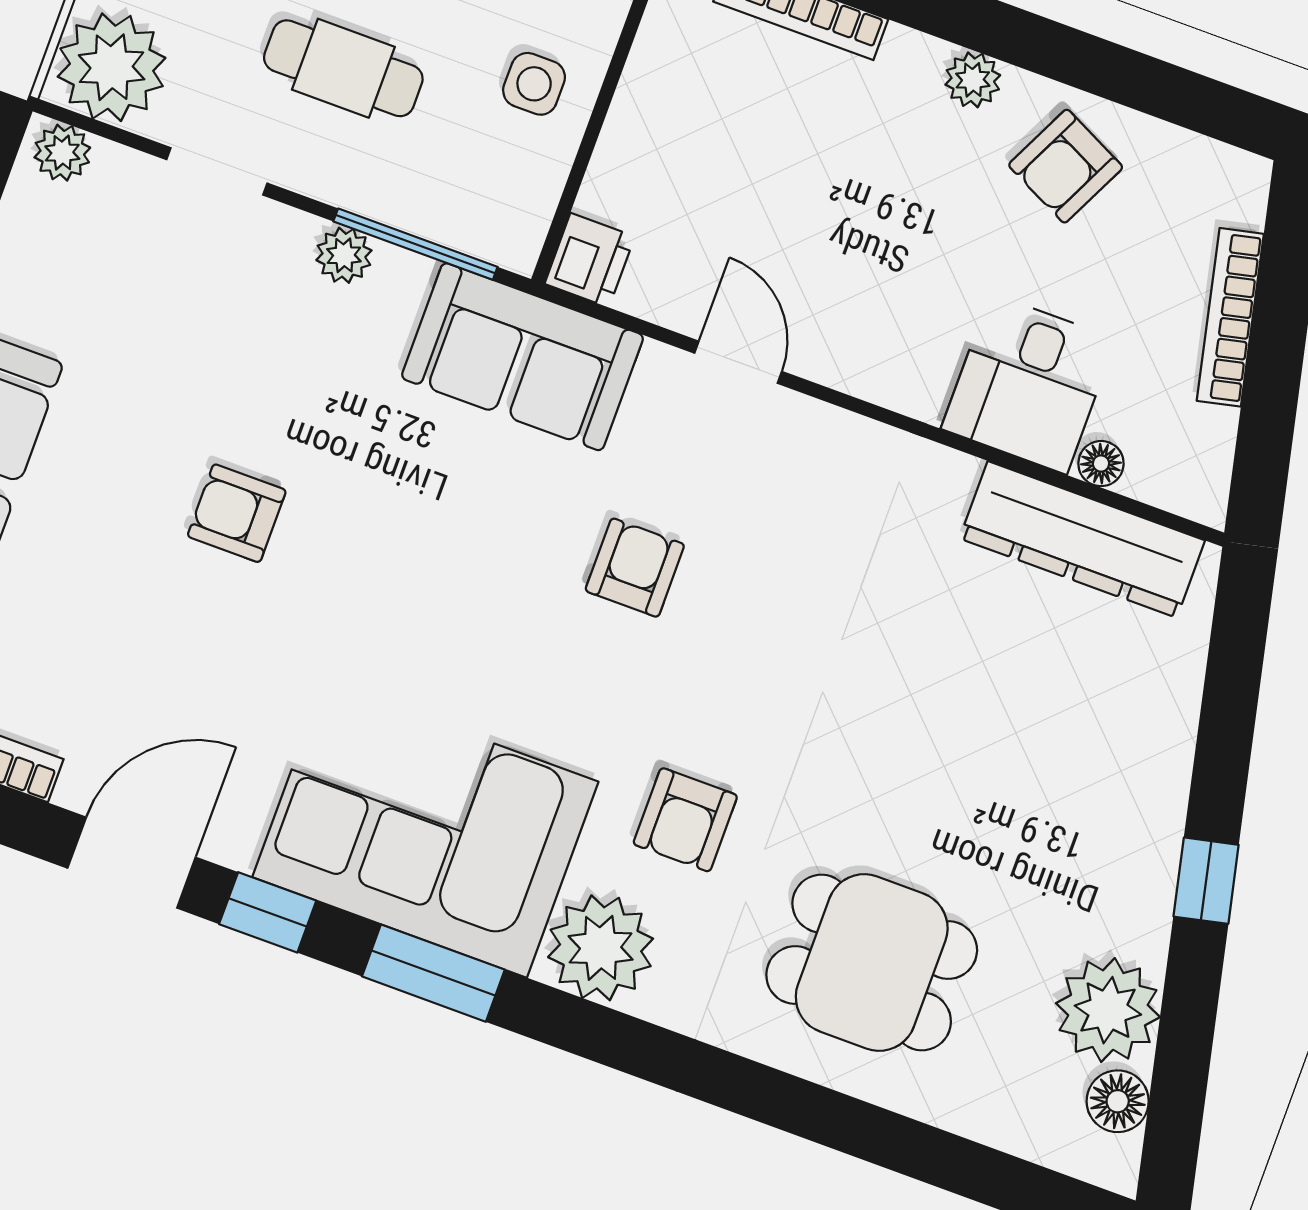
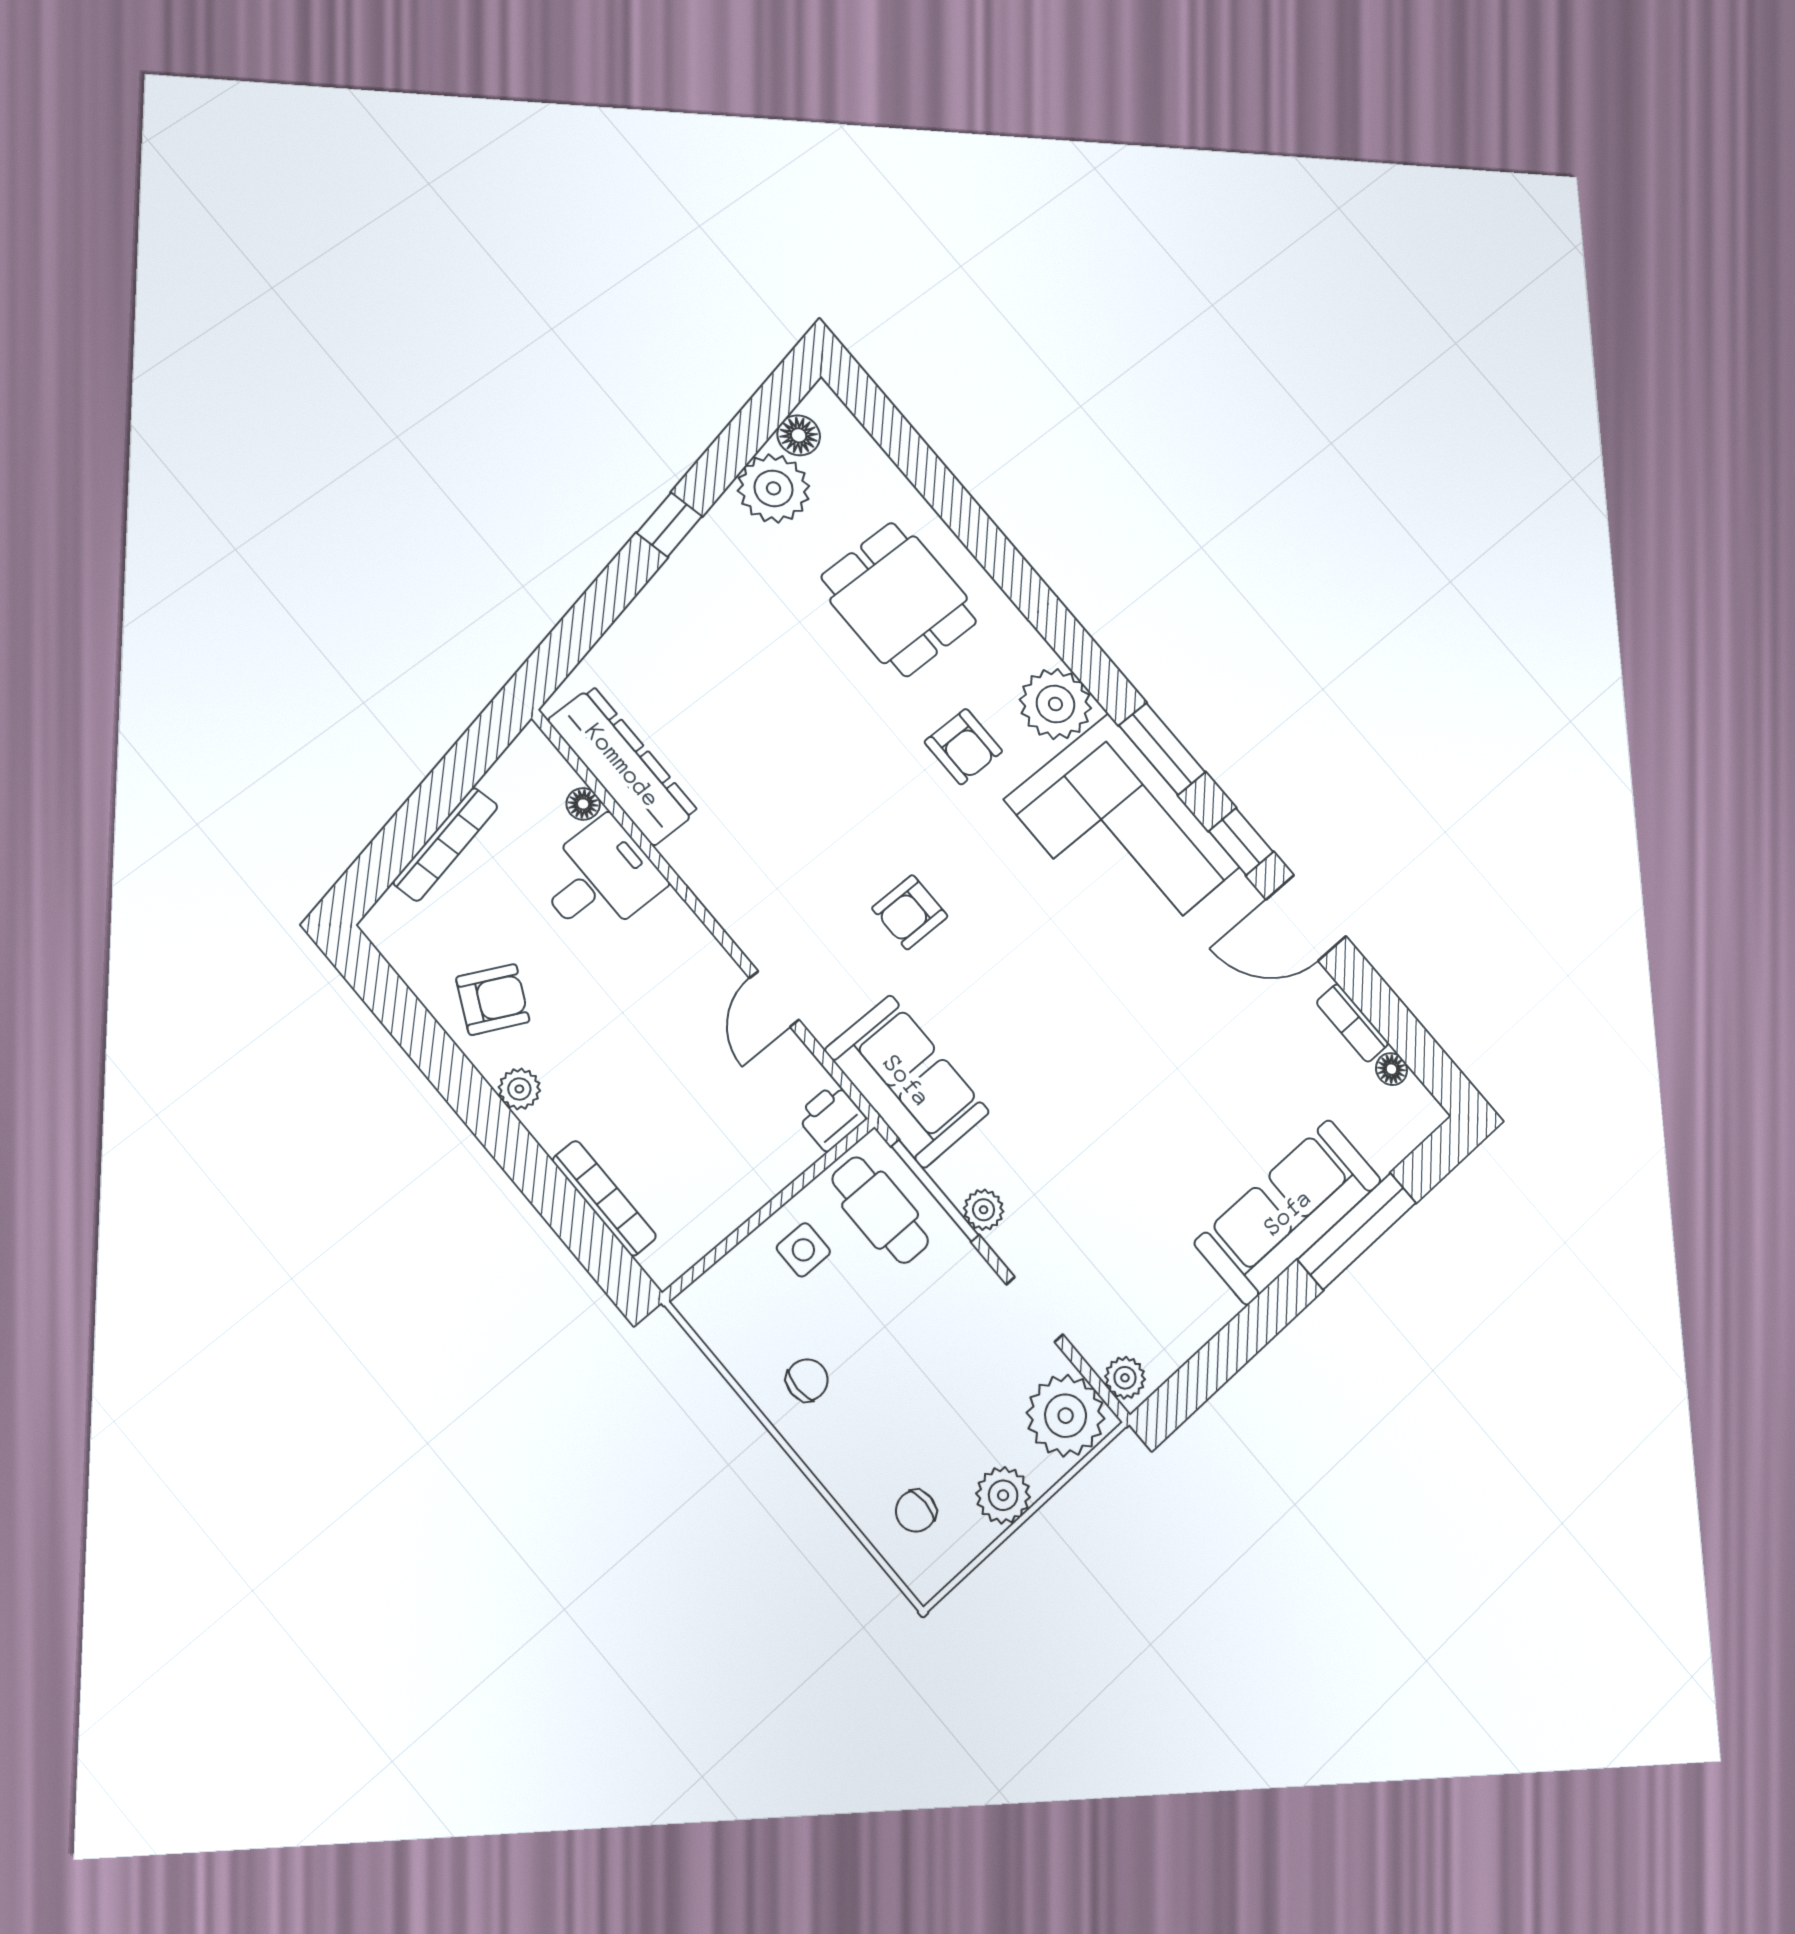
cafe table: (343, 68) -> (880, 1210), moved
armchair: (237, 513) -> (1135, 1088), removed
armchair: (685, 820) -> (963, 747), turned 90

